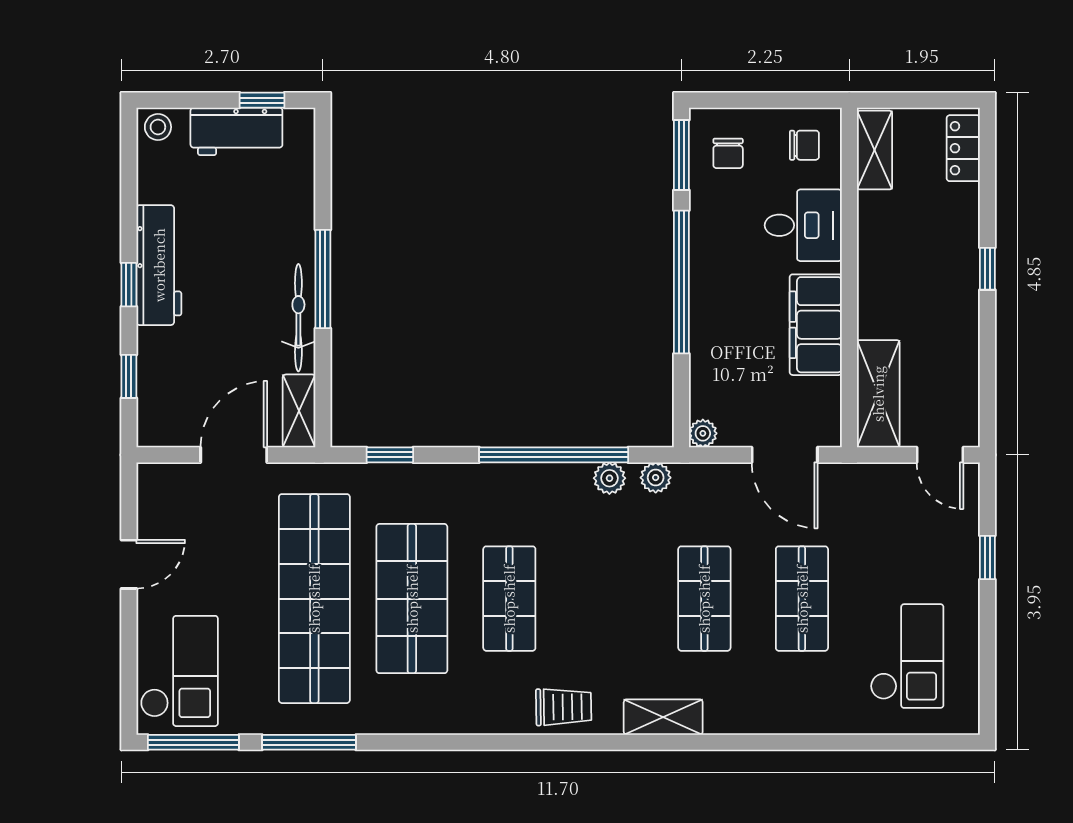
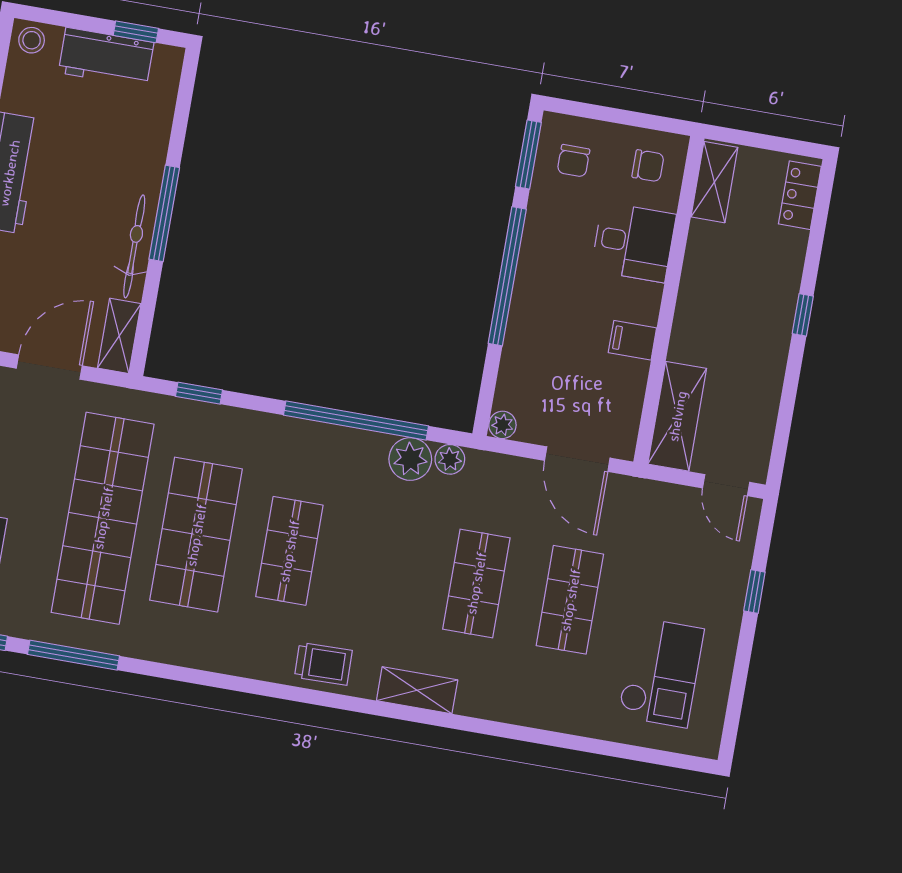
filing cabinet: (816, 325) -> (632, 340), width x0.33, depth x0.86
plant: (609, 478) -> (410, 459), width x1.38, depth x1.38

